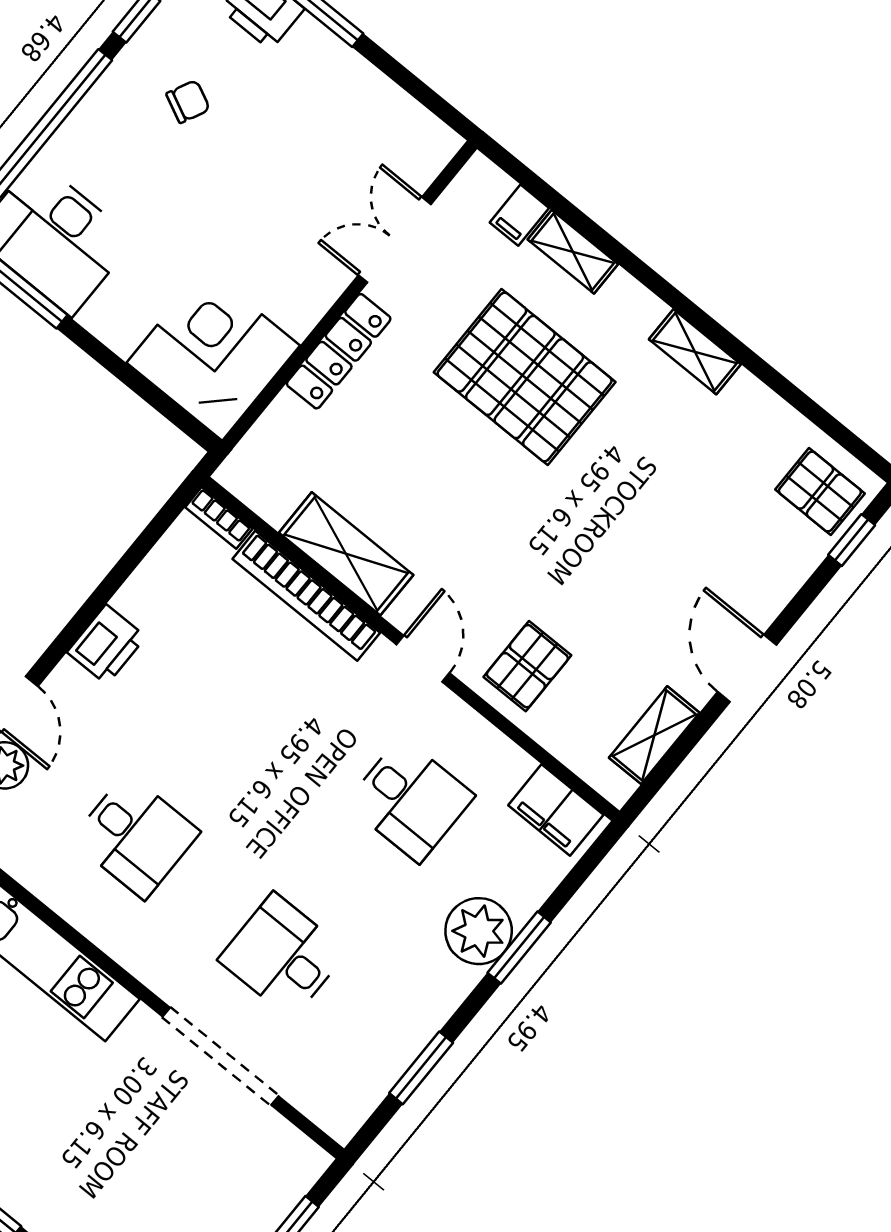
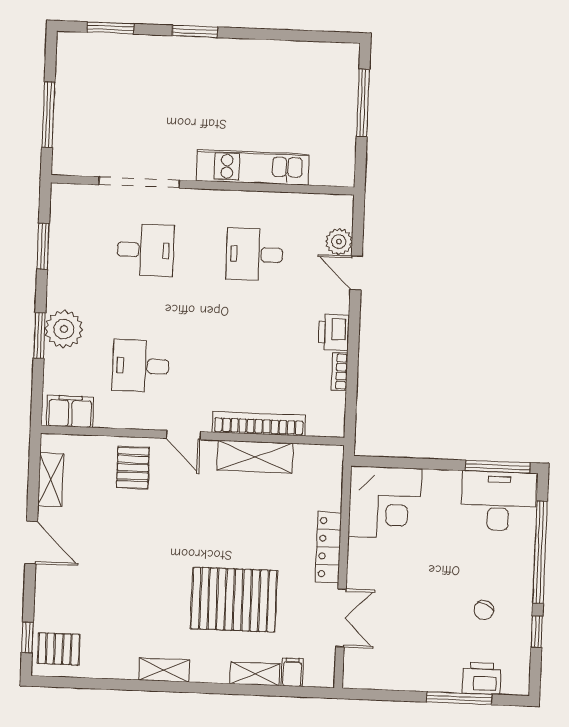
bookcase: (219, 518) -> (340, 372), moved, turned -90

